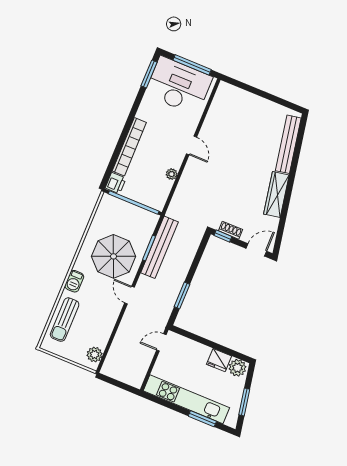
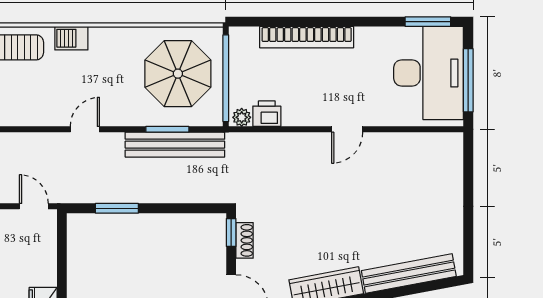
plant: (172, 174) -> (242, 117), moved
printer: (116, 183) -> (267, 114), moved, turned 180
parasol: (114, 256) -> (178, 74), moved

